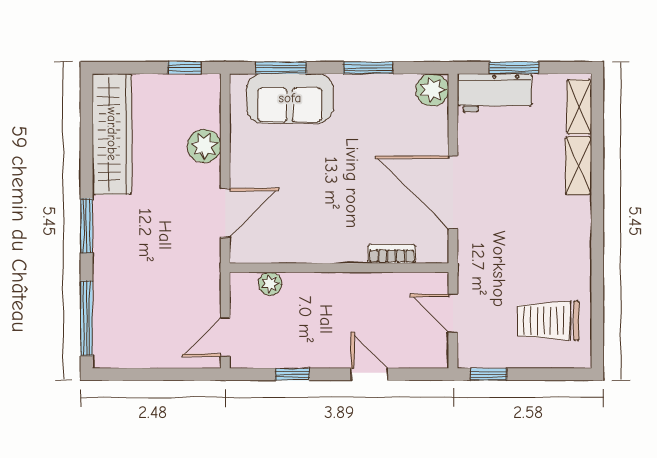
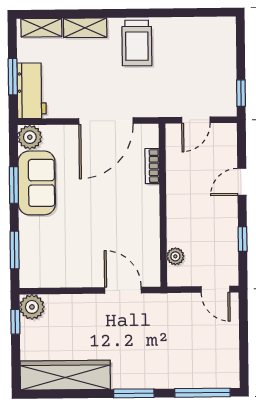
sofa: (290, 98) -> (37, 183), moved
plant: (204, 146) -> (32, 307), moved
trolley: (548, 321) -> (137, 43), moved

